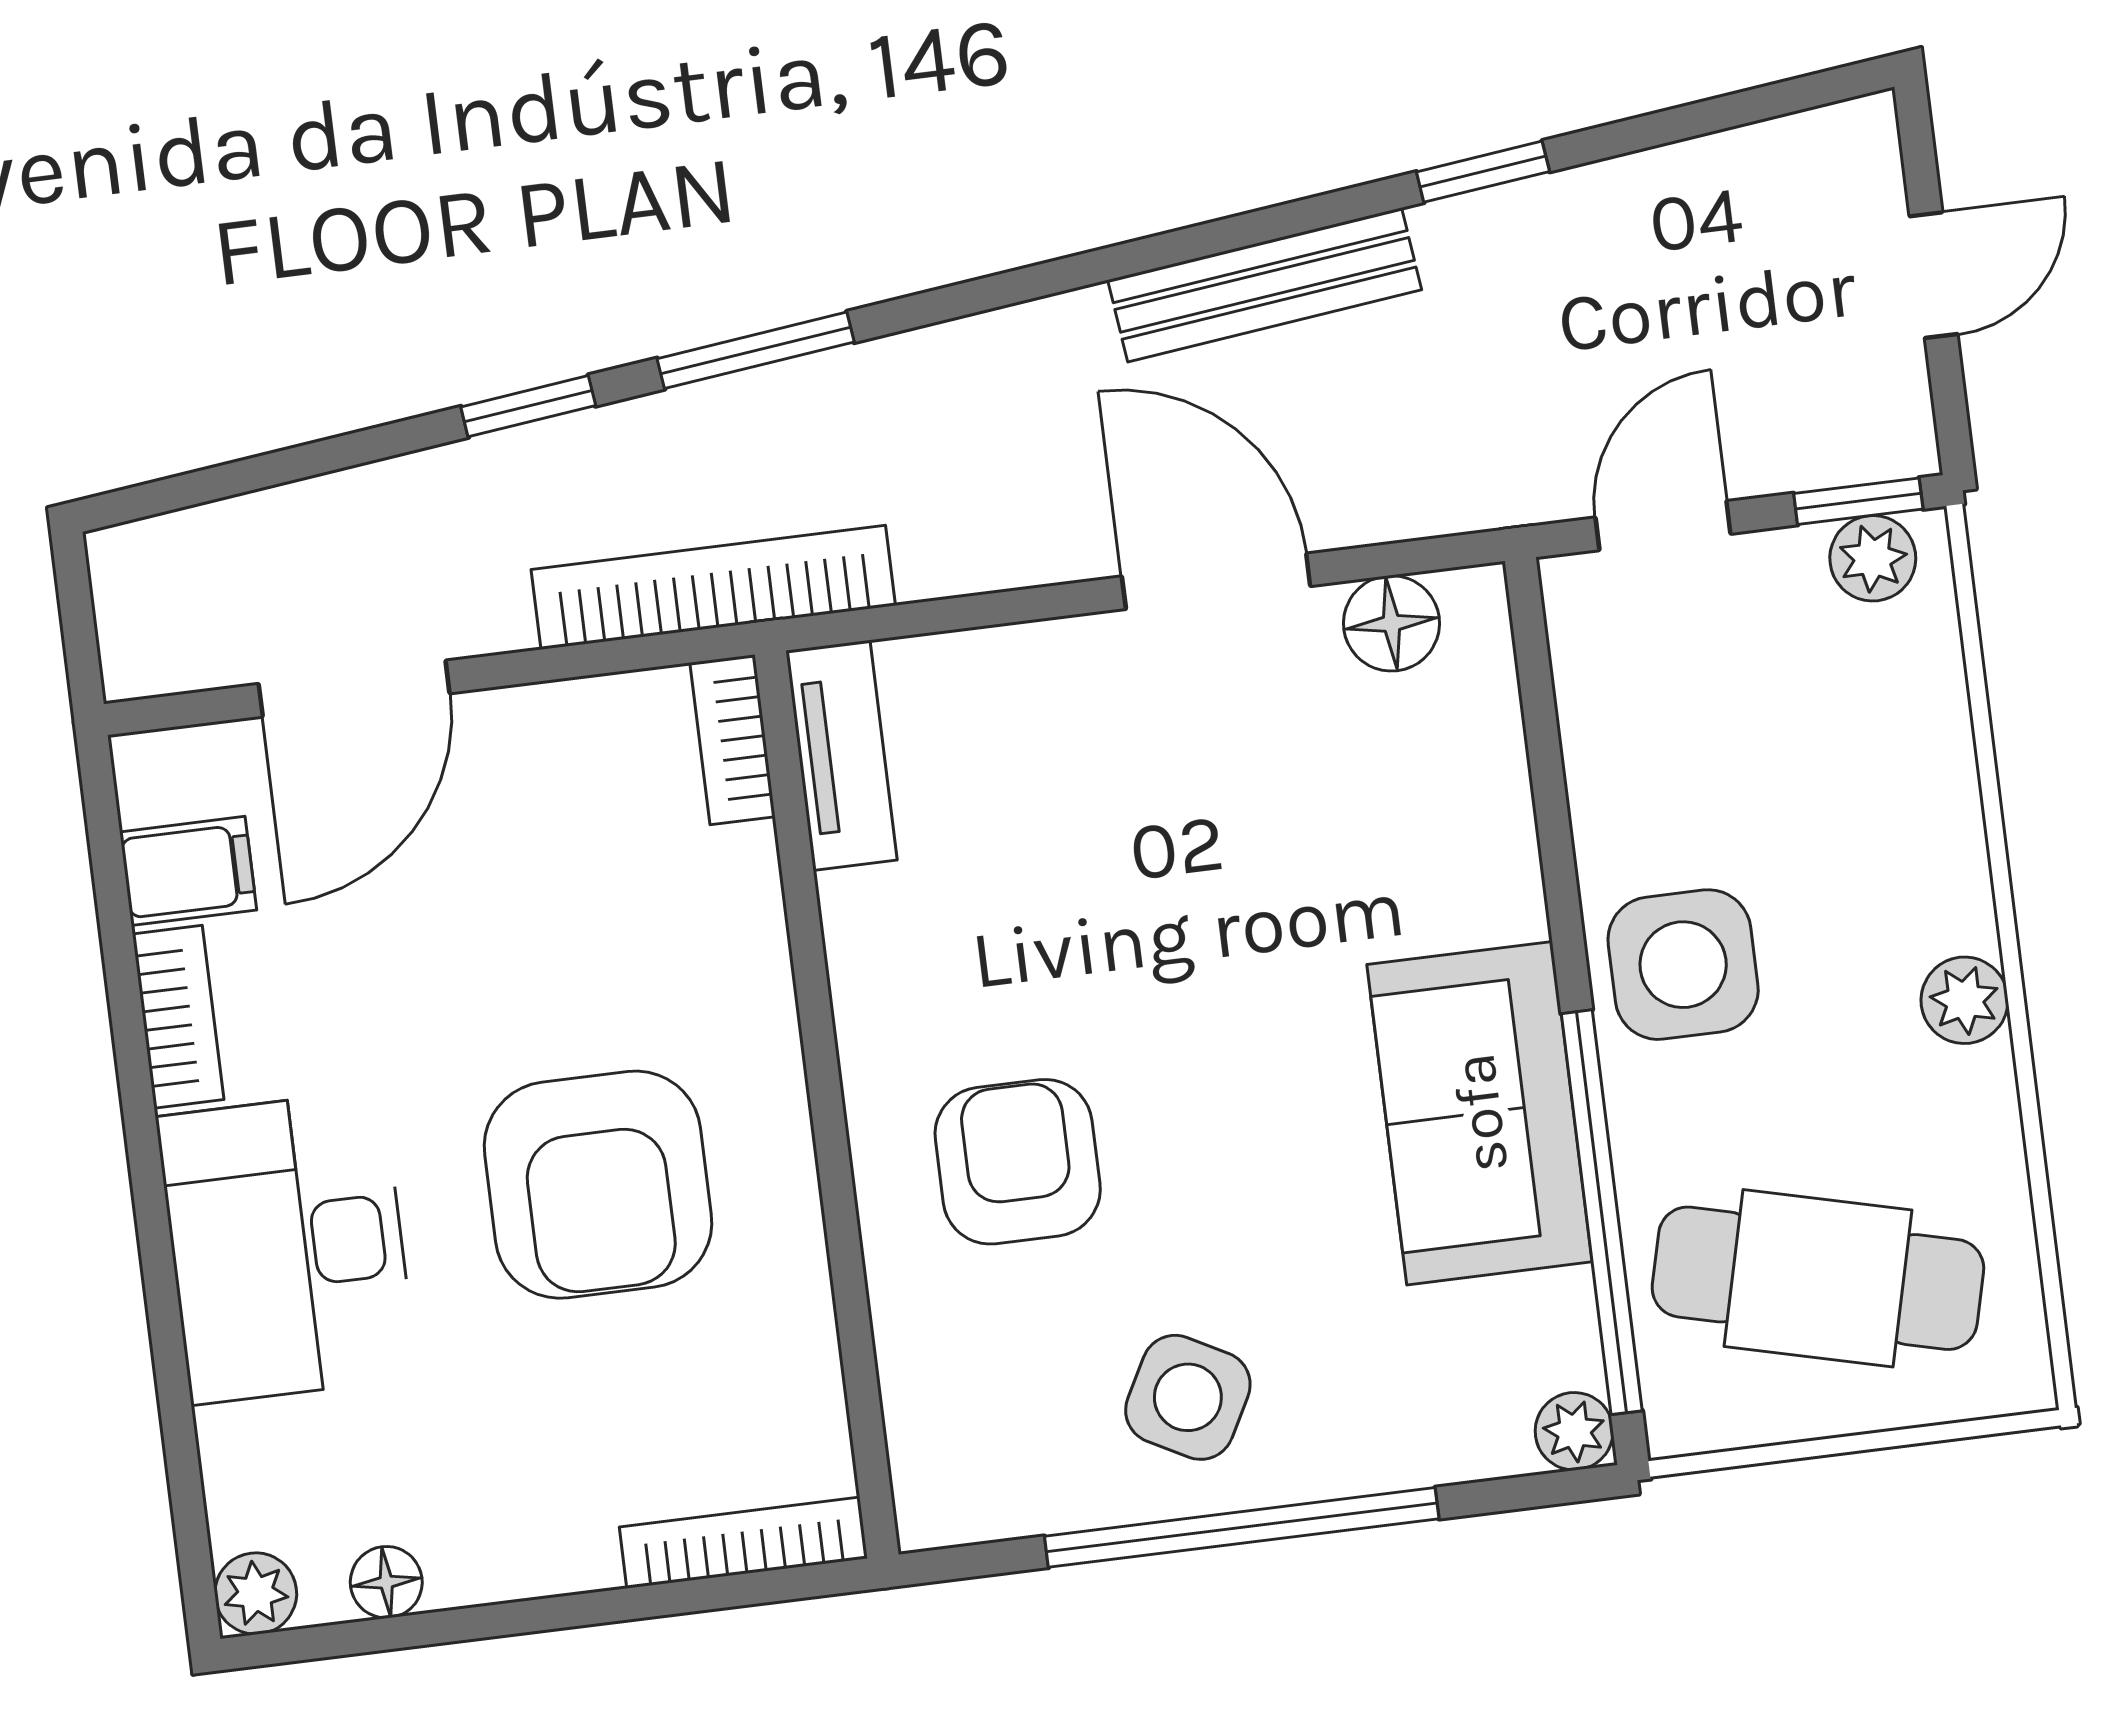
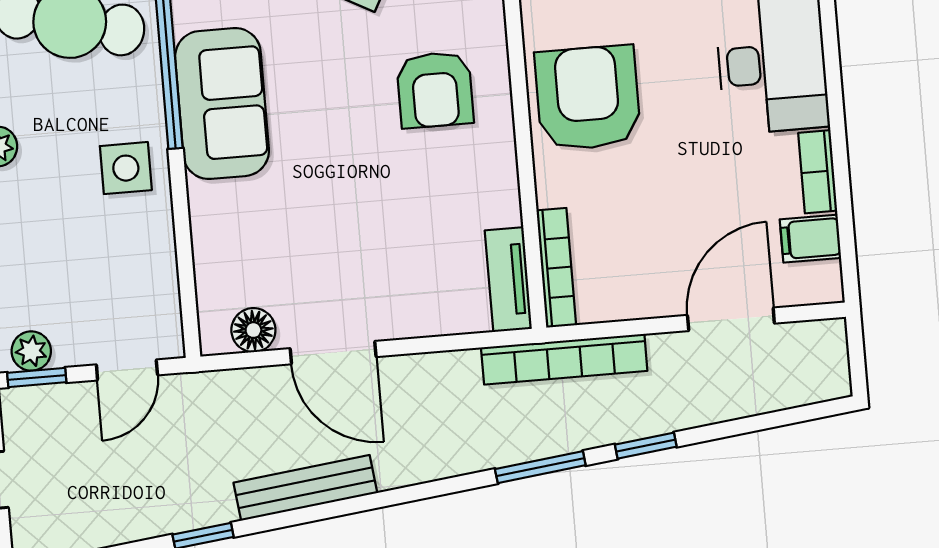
bookcase: (733, 740) -> (556, 268), width x1.56
side table: (1683, 965) -> (126, 168), width x0.73, depth x0.73
armchair: (598, 1185) -> (588, 98), moved

